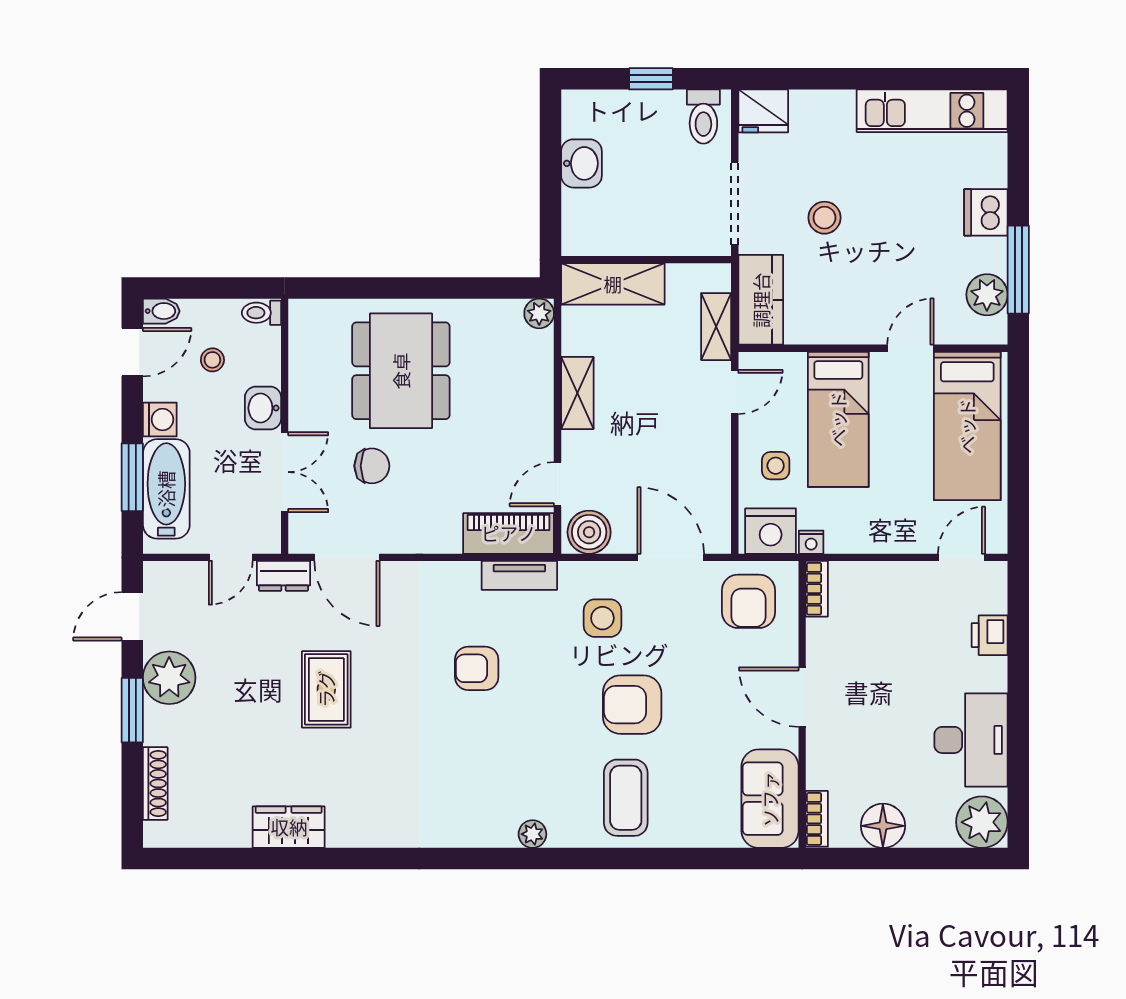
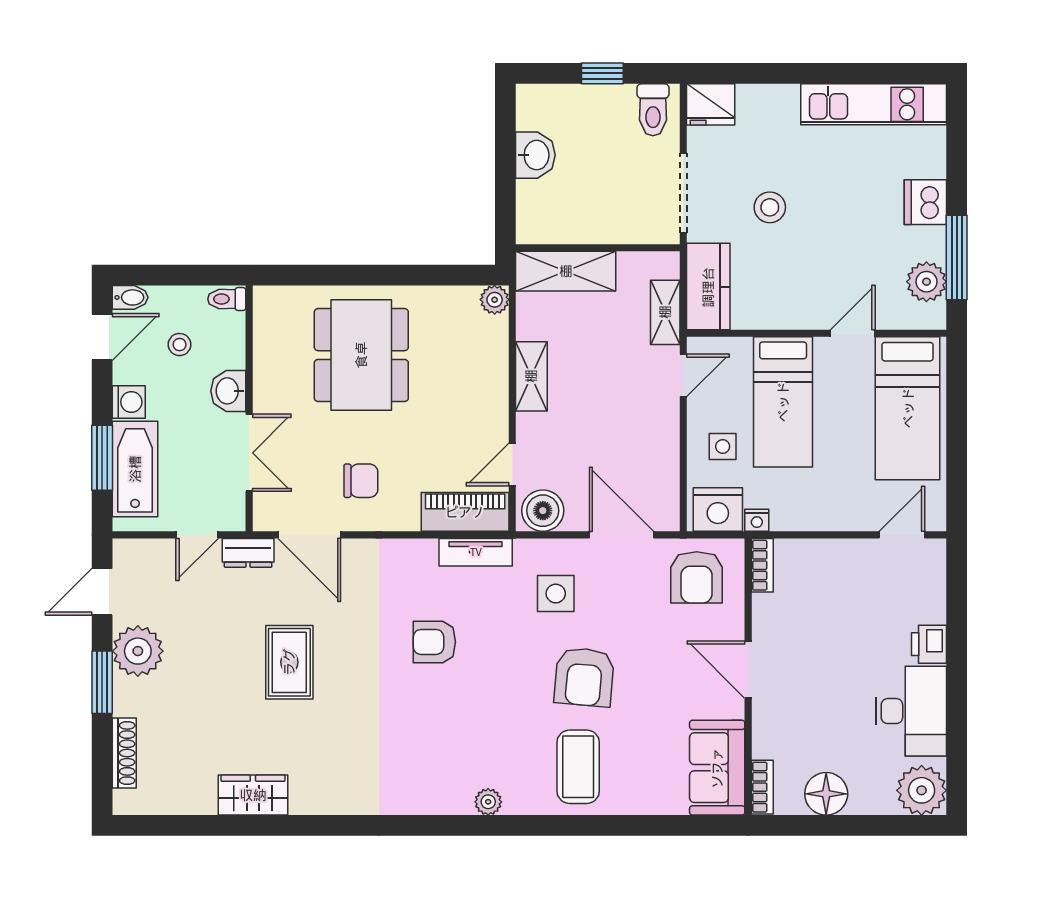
chair: (372, 466) -> (361, 481), moved
printer: (990, 635) -> (929, 644), moved
armchair: (632, 705) -> (584, 677), turned -85

